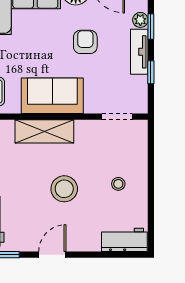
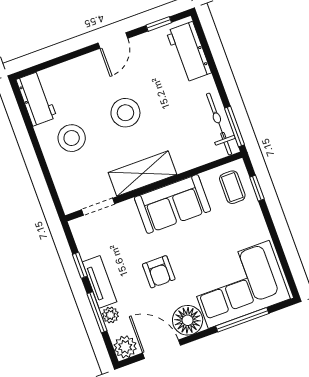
window: (151, 27) -> (97, 312), width x1.50
shelving: (44, 131) -> (142, 174), moved
stool: (118, 184) -> (72, 138), width x1.89, depth x1.89
workbench: (124, 240) -> (36, 98), moved, turned -90

